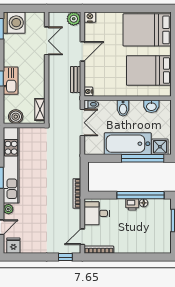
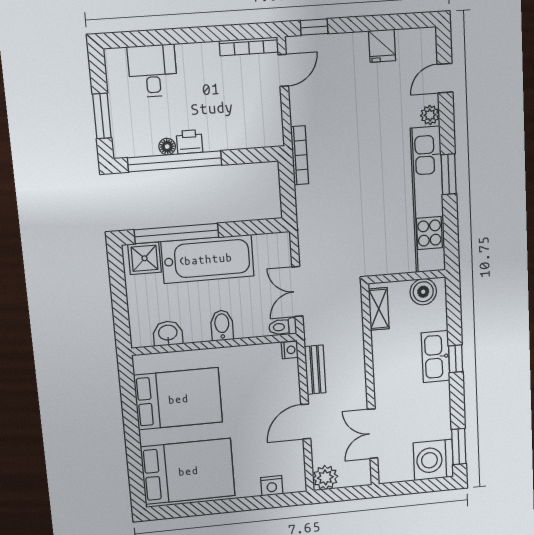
nightstand: (90, 17) -> (272, 486), moved
desk: (97, 213) -> (152, 71), moved, turned -90
fridge: (13, 246) -> (382, 46), moved

